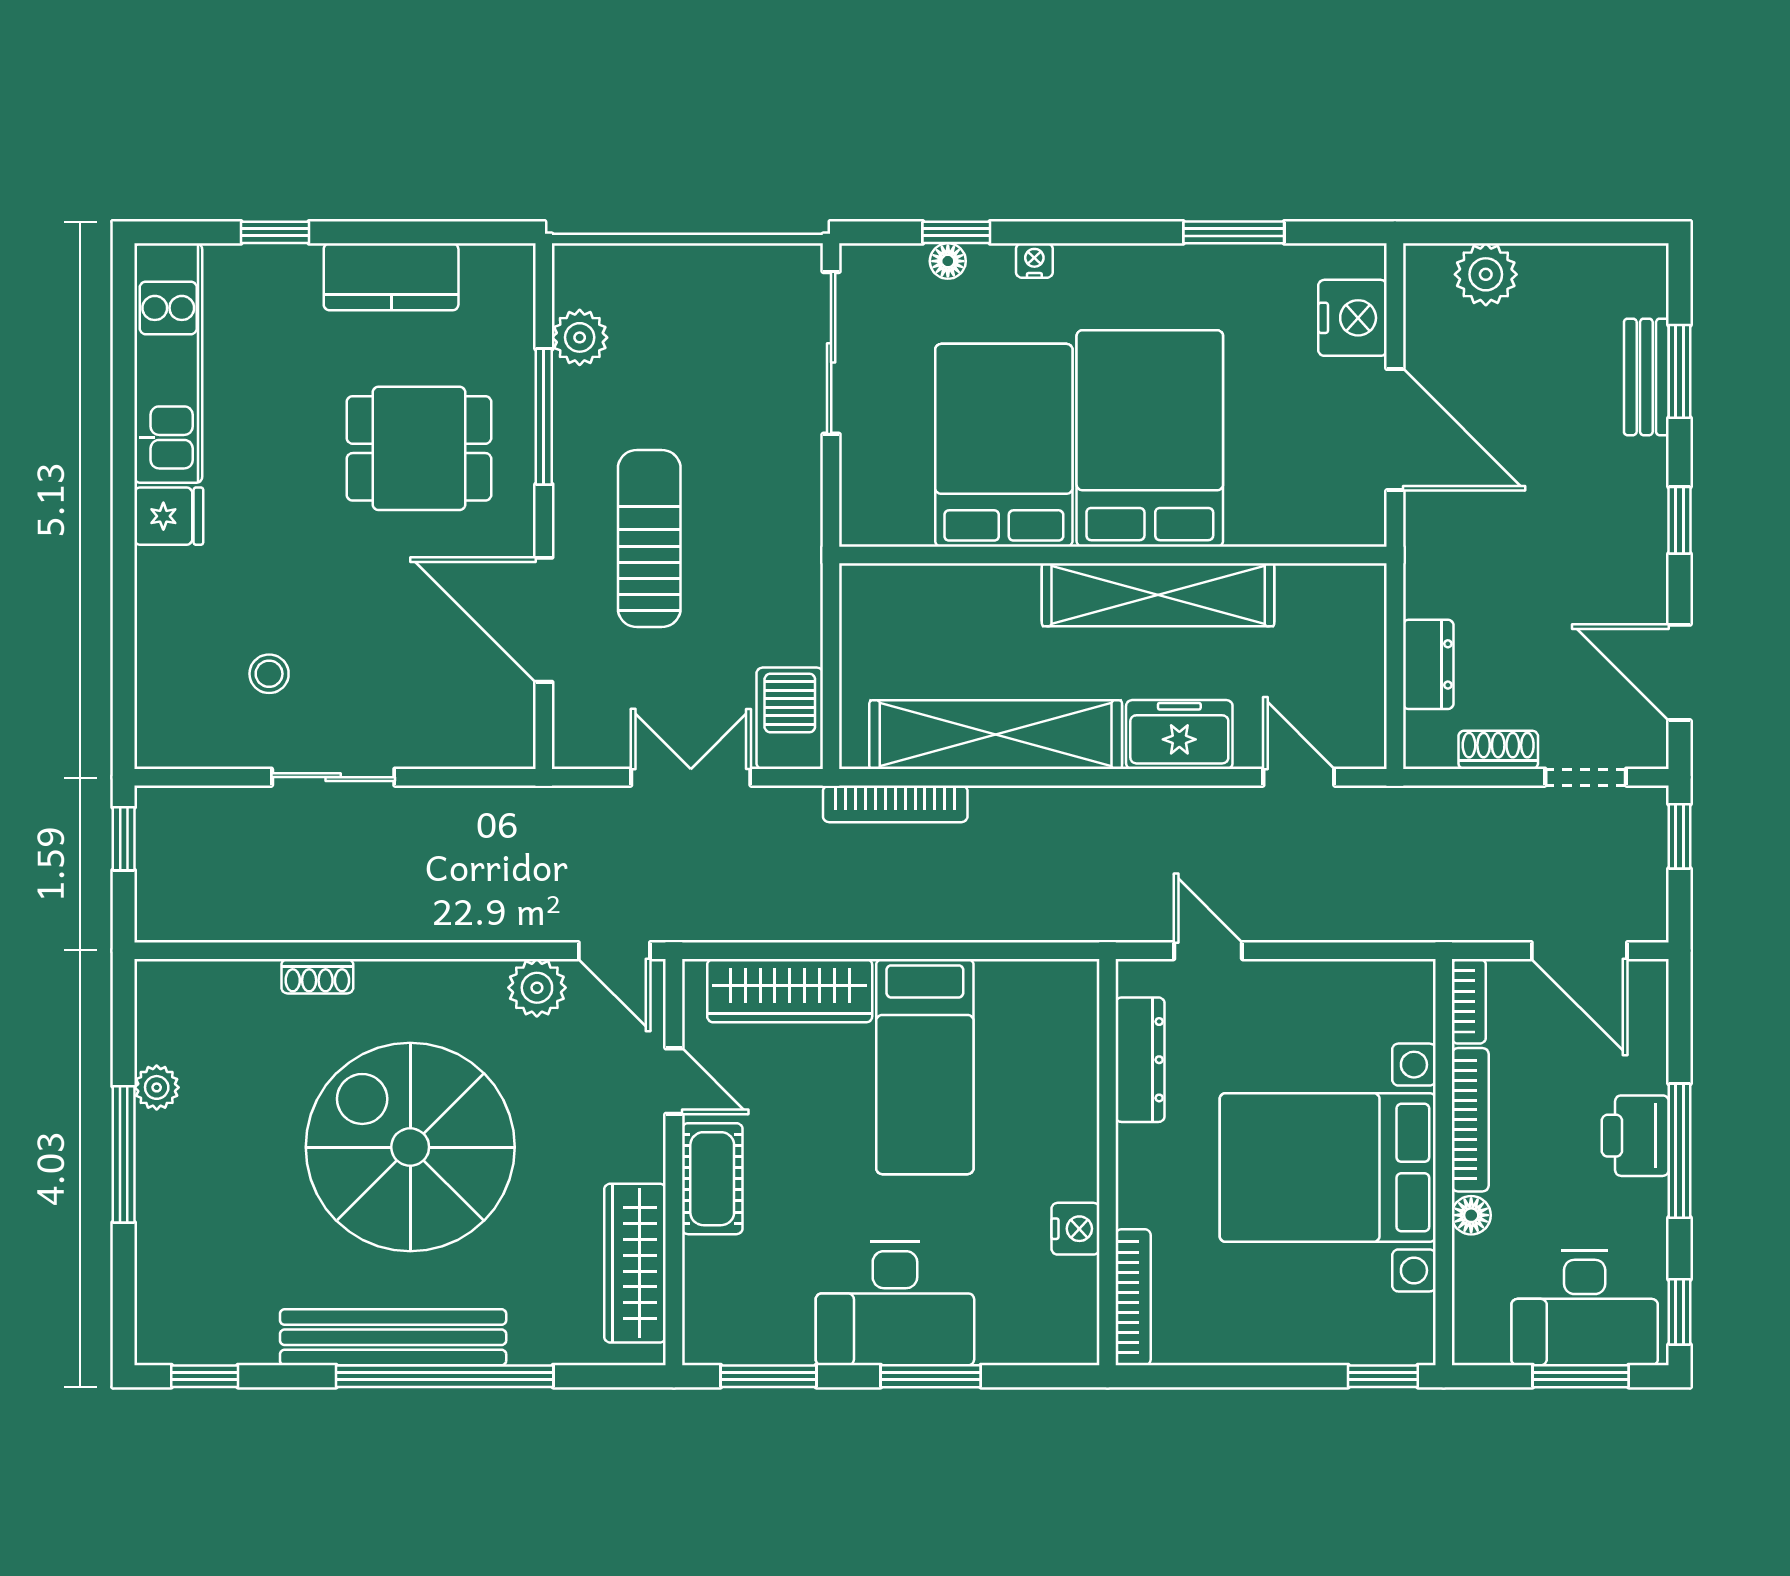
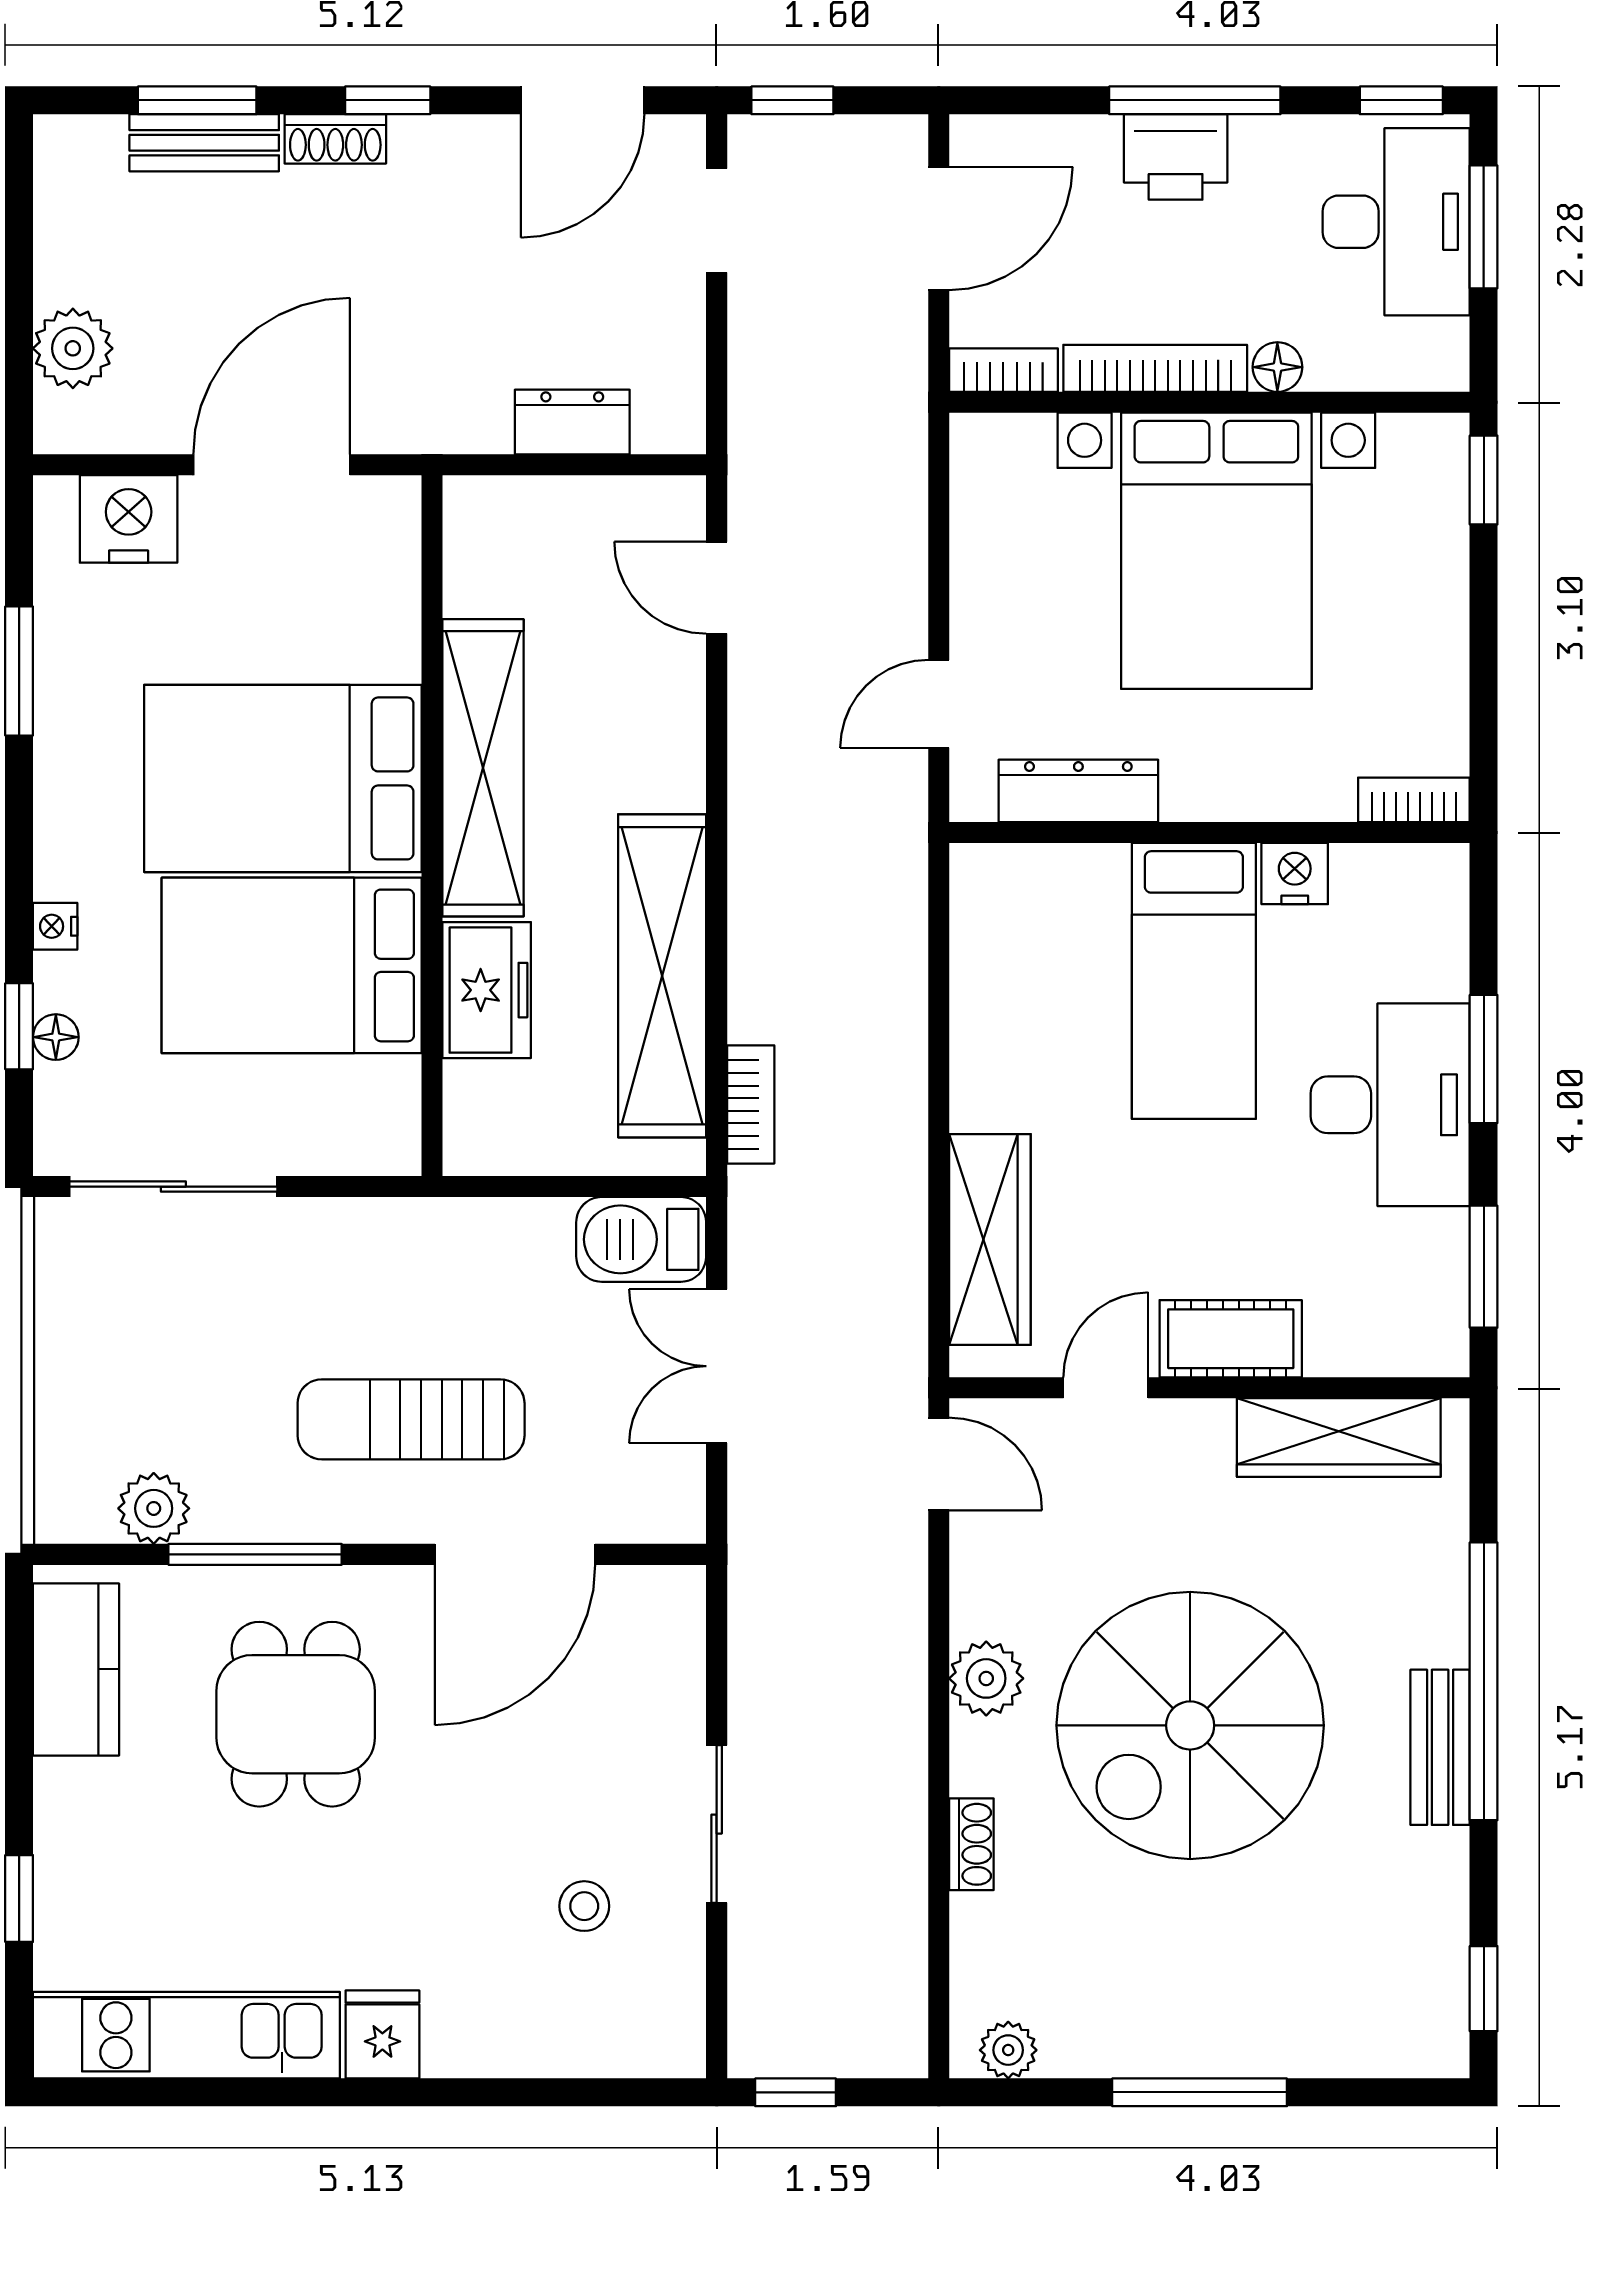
kitchen counter: (391, 277) -> (76, 1669), moved
freezer: (1179, 735) -> (487, 990), moved, turned 180
shoe rack: (1498, 750) -> (335, 139), moved, turned -90
door: (1299, 777) -> (717, 588), hinge flipped
bookcase: (895, 804) -> (751, 1104), width x0.64
door: (614, 951) -> (939, 1464), hinge flipped
plant: (537, 988) -> (986, 1678), moved
bed: (925, 1067) -> (1194, 981), moved, turned 90
plant: (157, 1087) -> (1008, 2050), moved
bookcase: (1133, 1297) -> (1414, 800), width x0.64
bench: (393, 1337) -> (1440, 1747), width x0.54, depth x0.82

